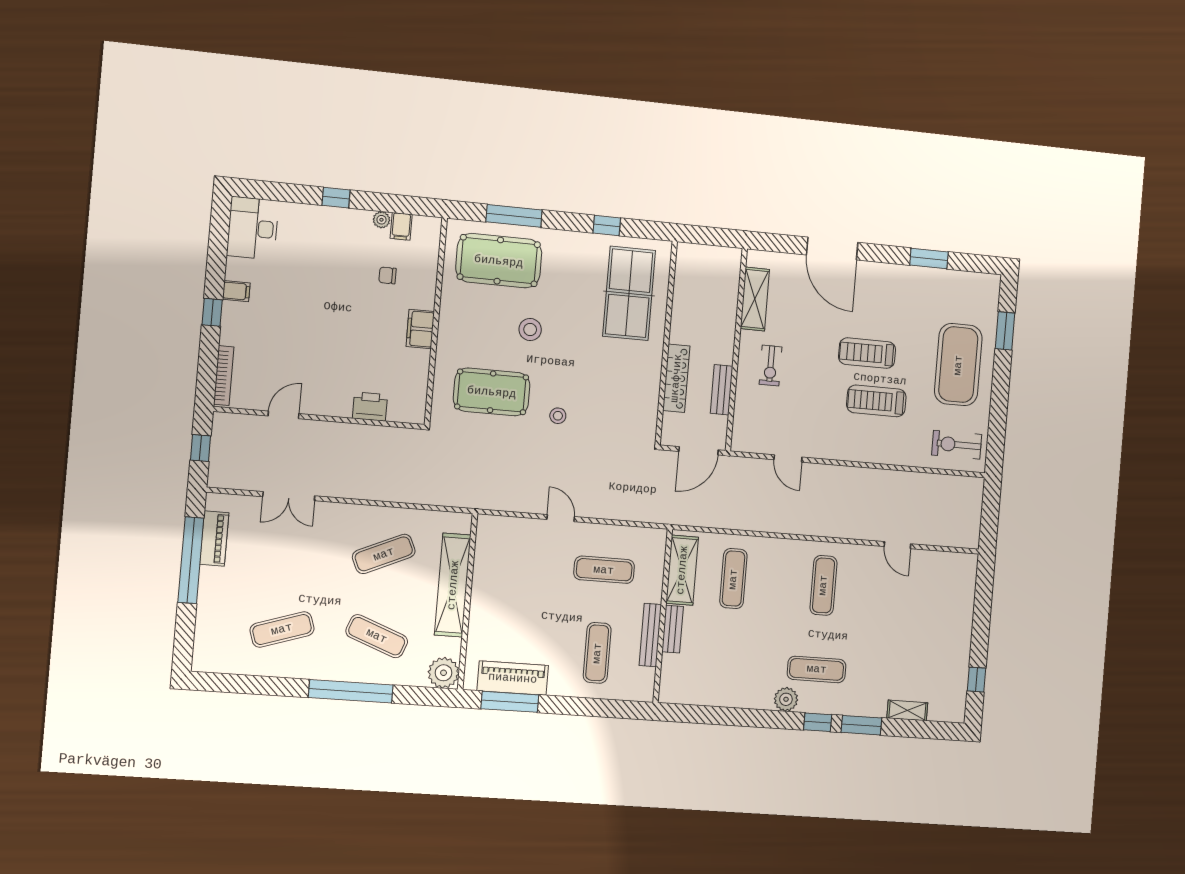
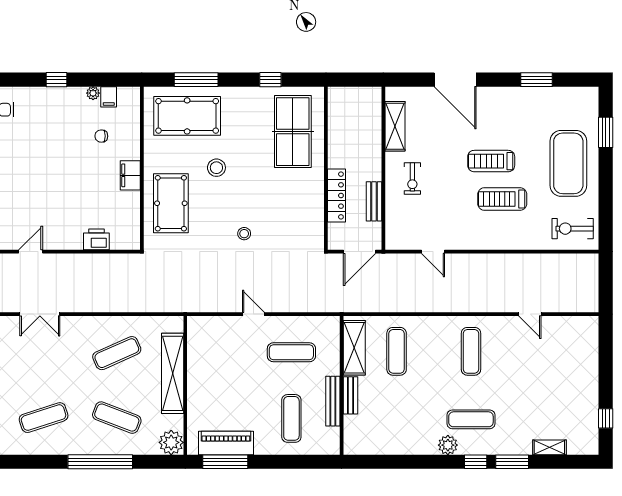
pool table: (492, 392) -> (171, 203), moved, turned 90

